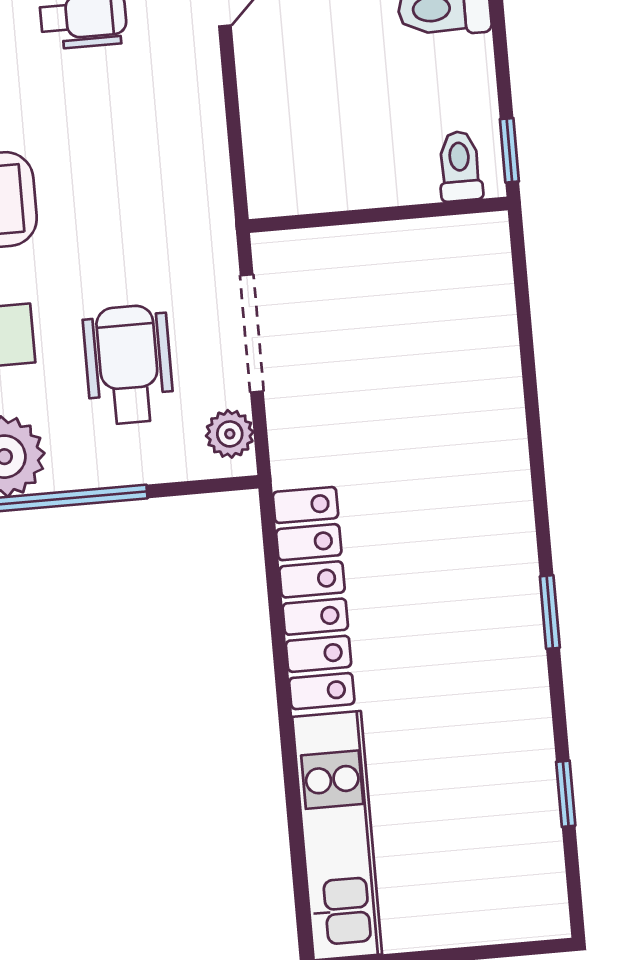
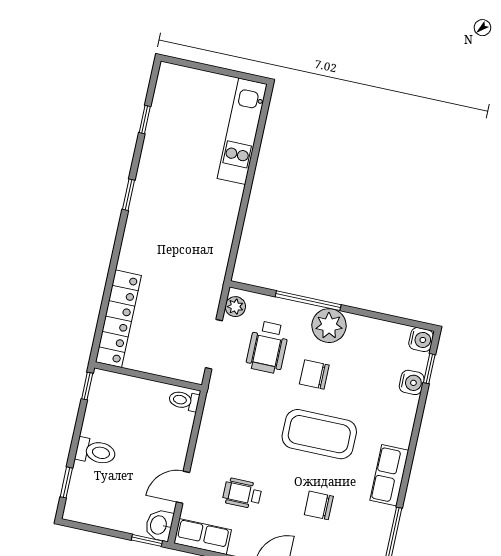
toilet: (460, 166) -> (184, 401), moved, turned 90
locker: (314, 598) -> (118, 319), moved, turned 180

